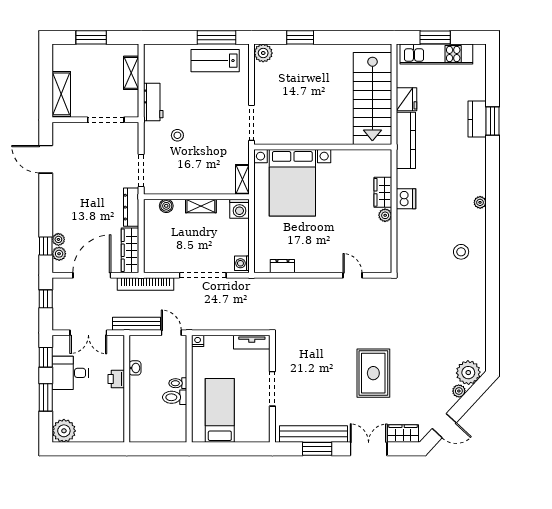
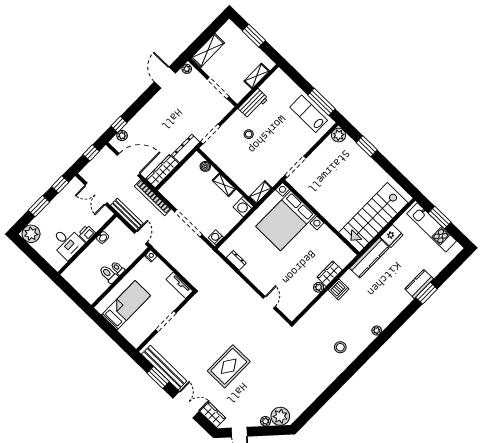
plant: (58, 239) -> (187, 69), moved
desk: (70, 373) -> (67, 243), moved, turned 180

